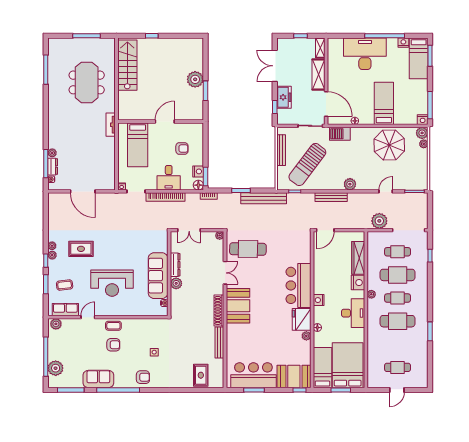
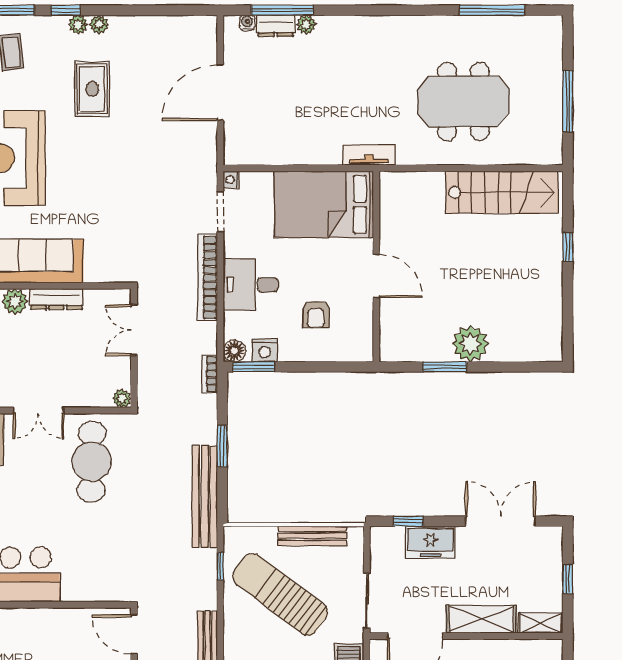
bed: (138, 145) -> (324, 204), width x1.50

